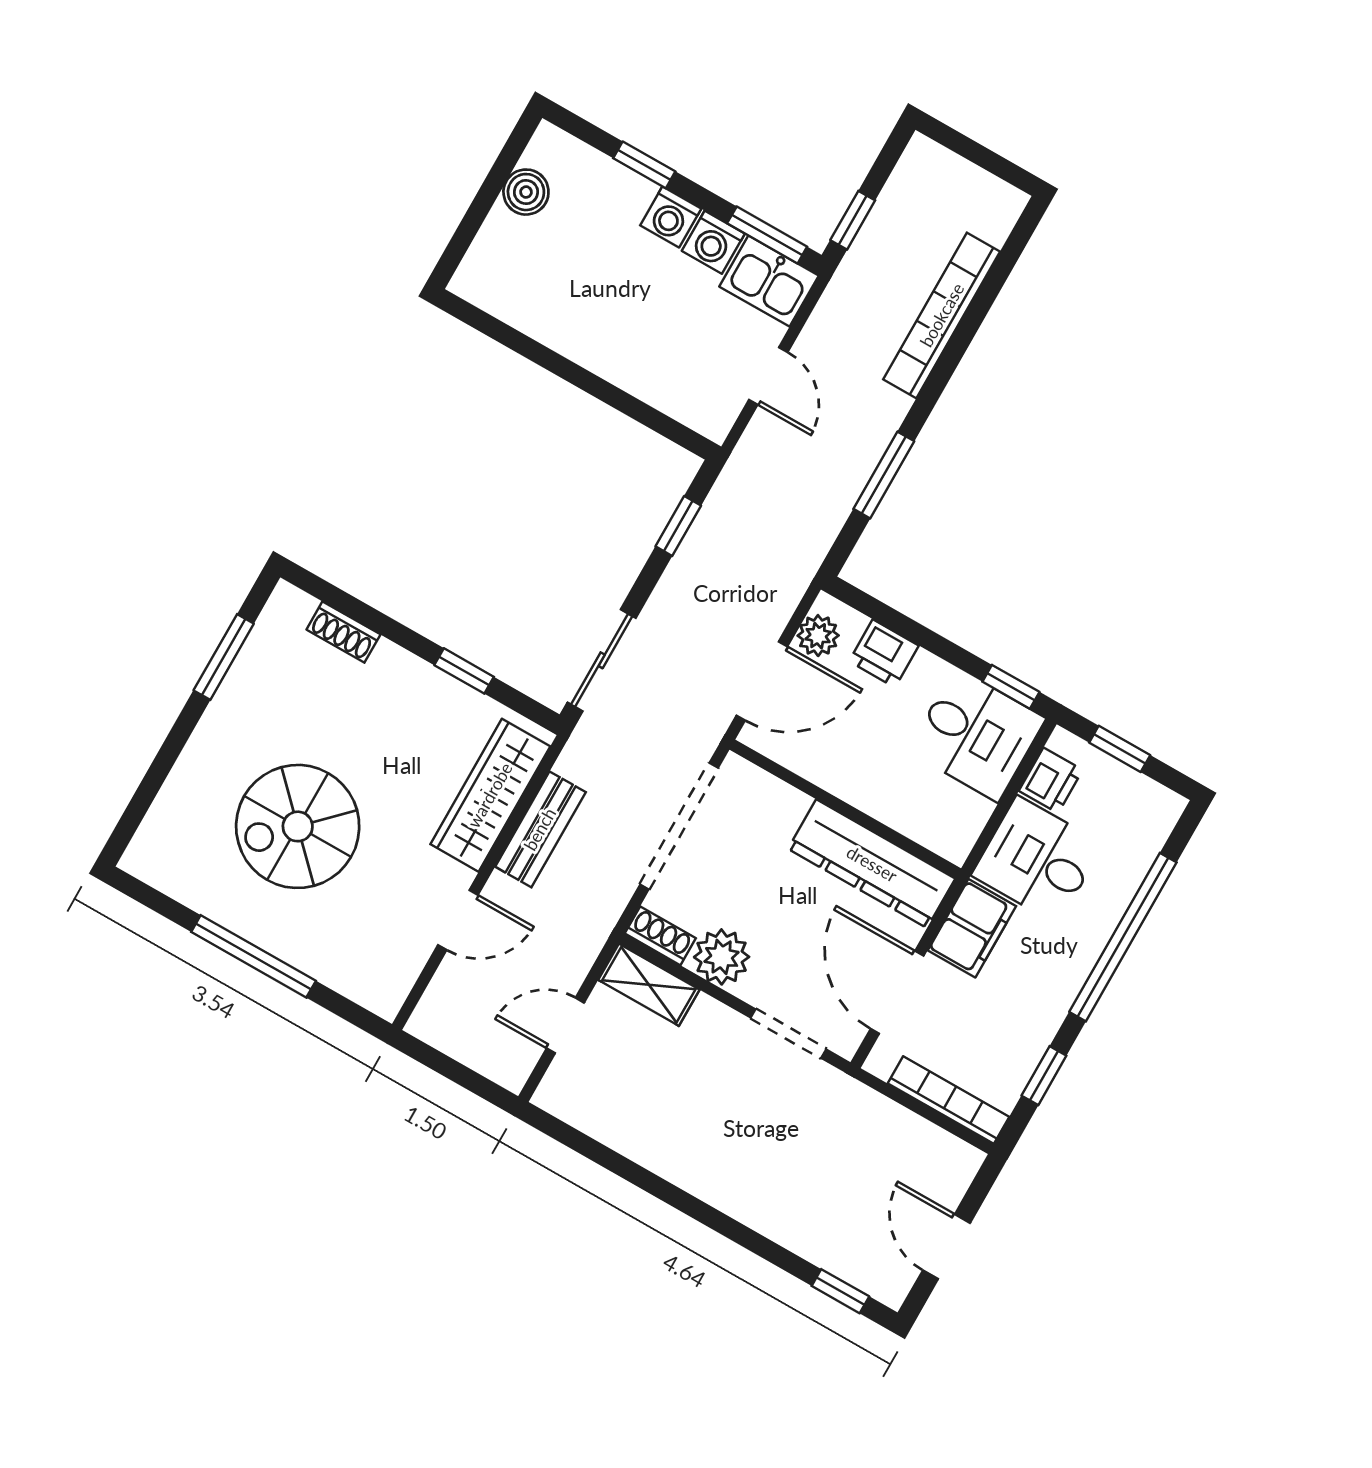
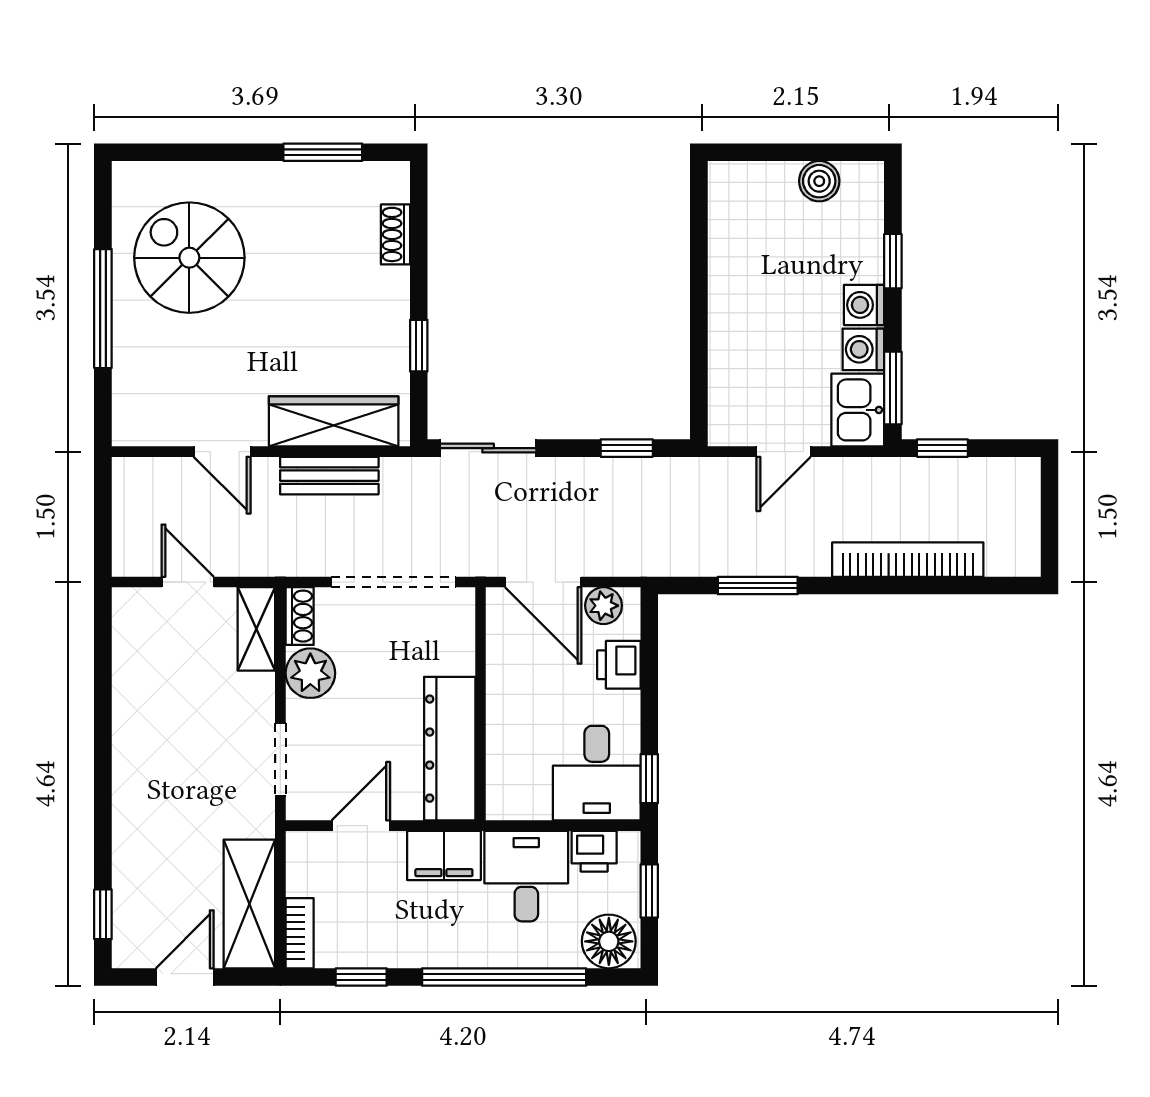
floor lamp: (1146, 816) -> (609, 941), added
spiral stairs: (298, 826) -> (189, 258), moved
door: (897, 992) -> (361, 826), width x0.73
bookcase: (948, 1100) -> (300, 933), width x0.64
shelving: (911, 1143) -> (249, 904), added

